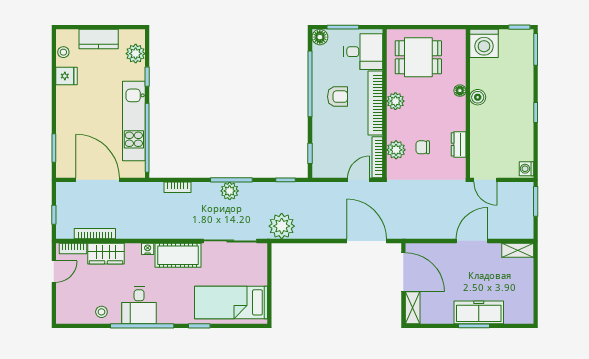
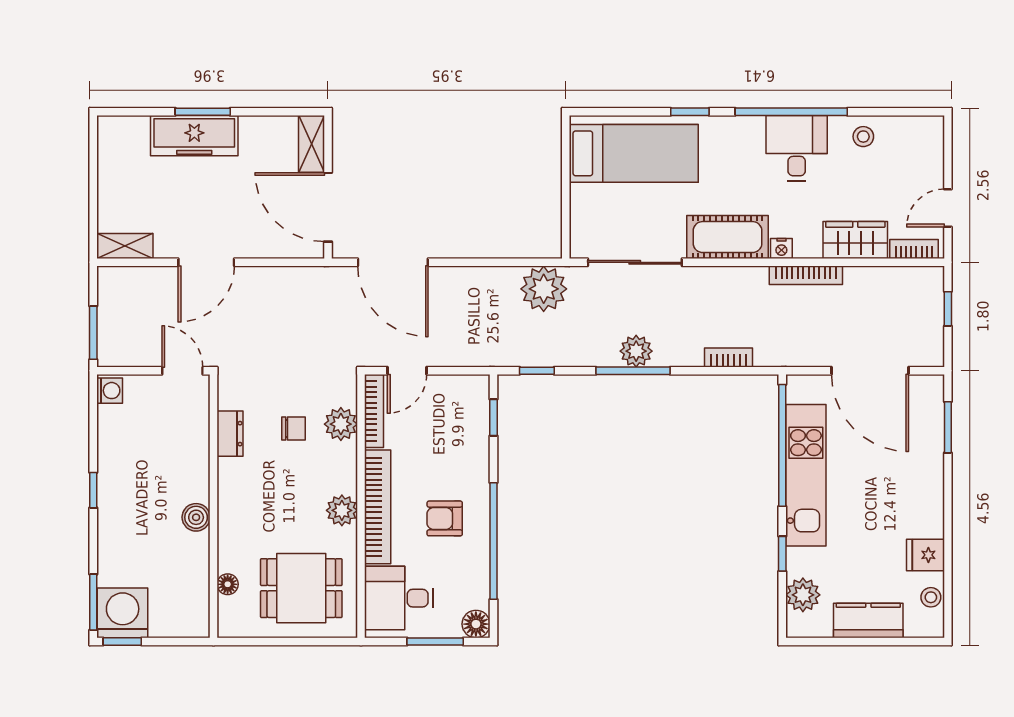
washing machine: (484, 43) -> (123, 613), moved
floor lamp: (460, 91) -> (228, 584), moved
bookcase: (95, 234) -> (806, 275), moved

